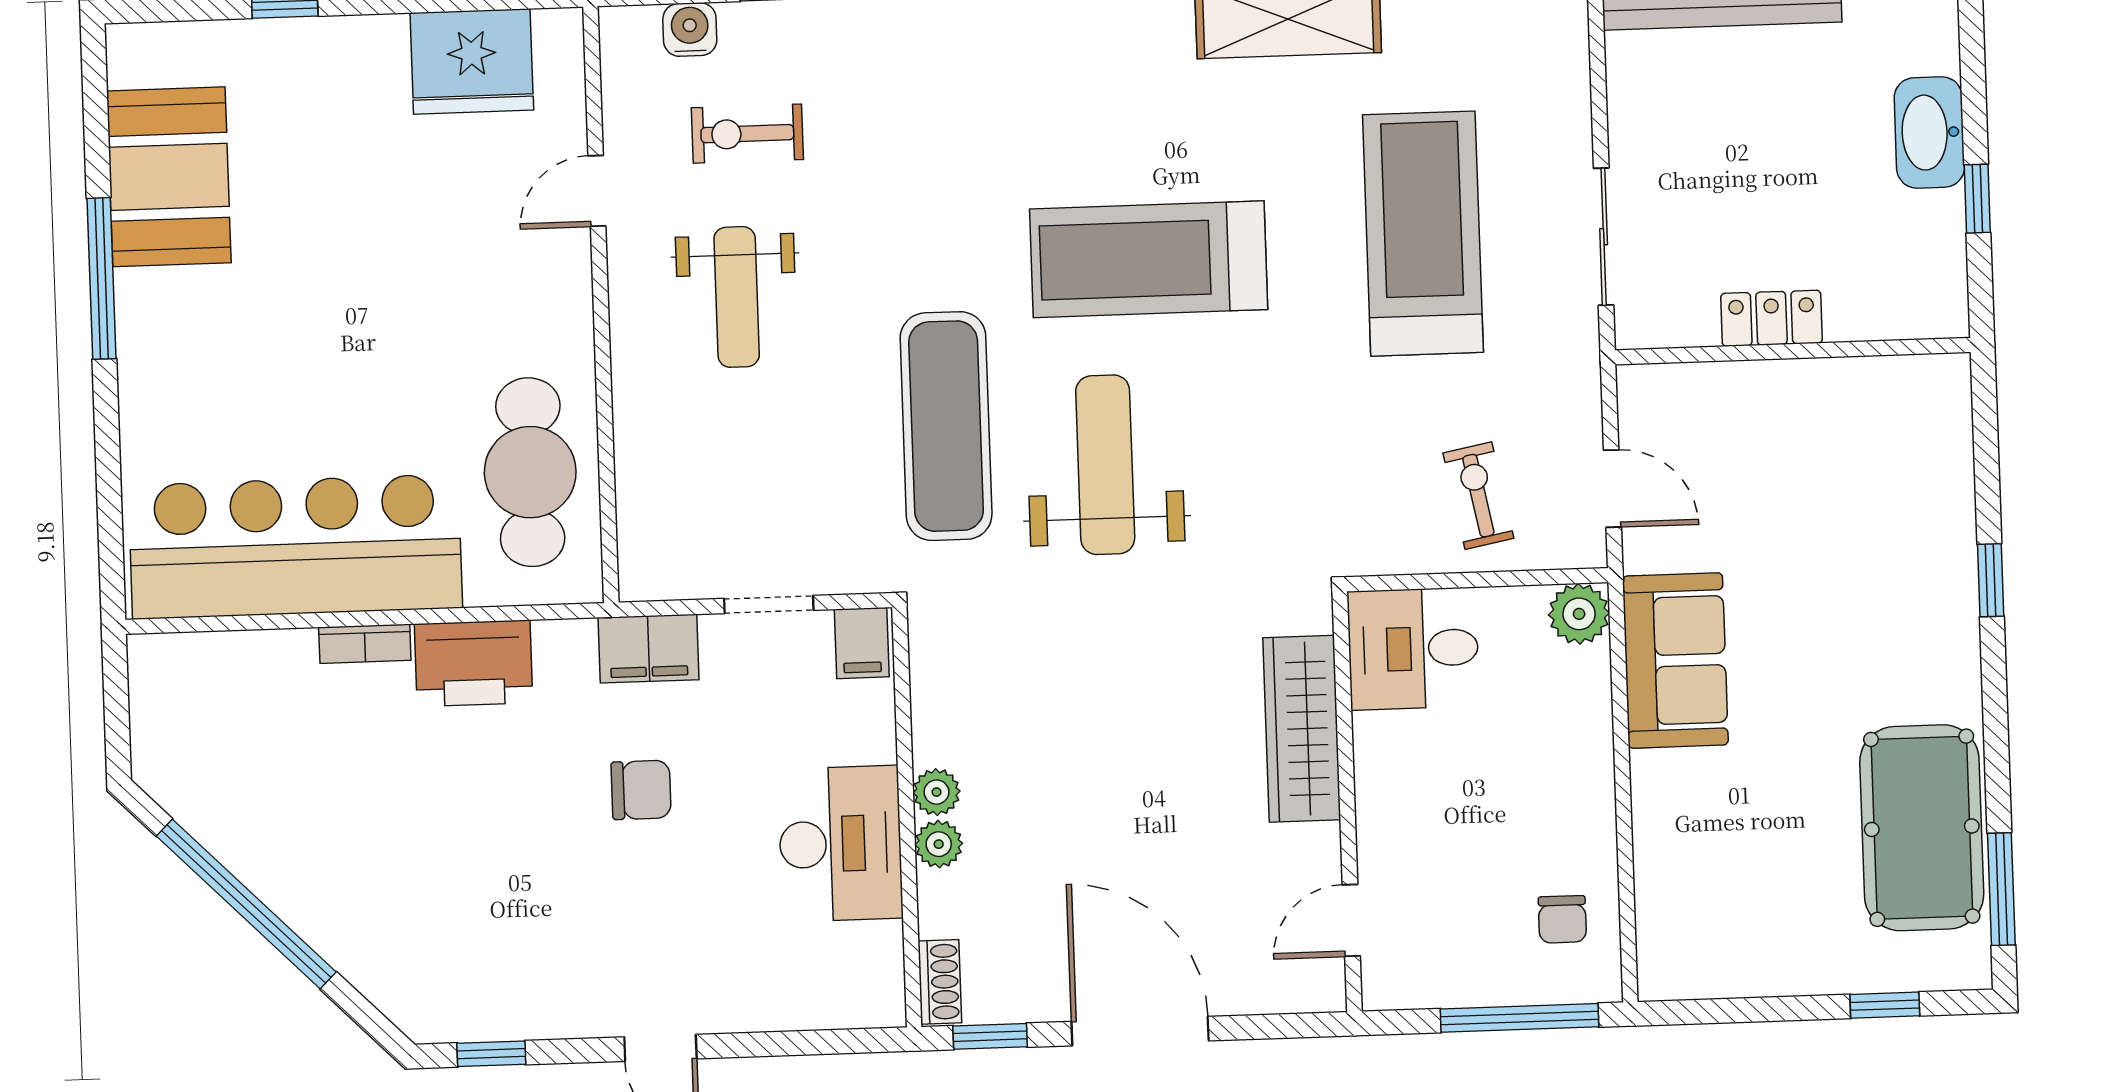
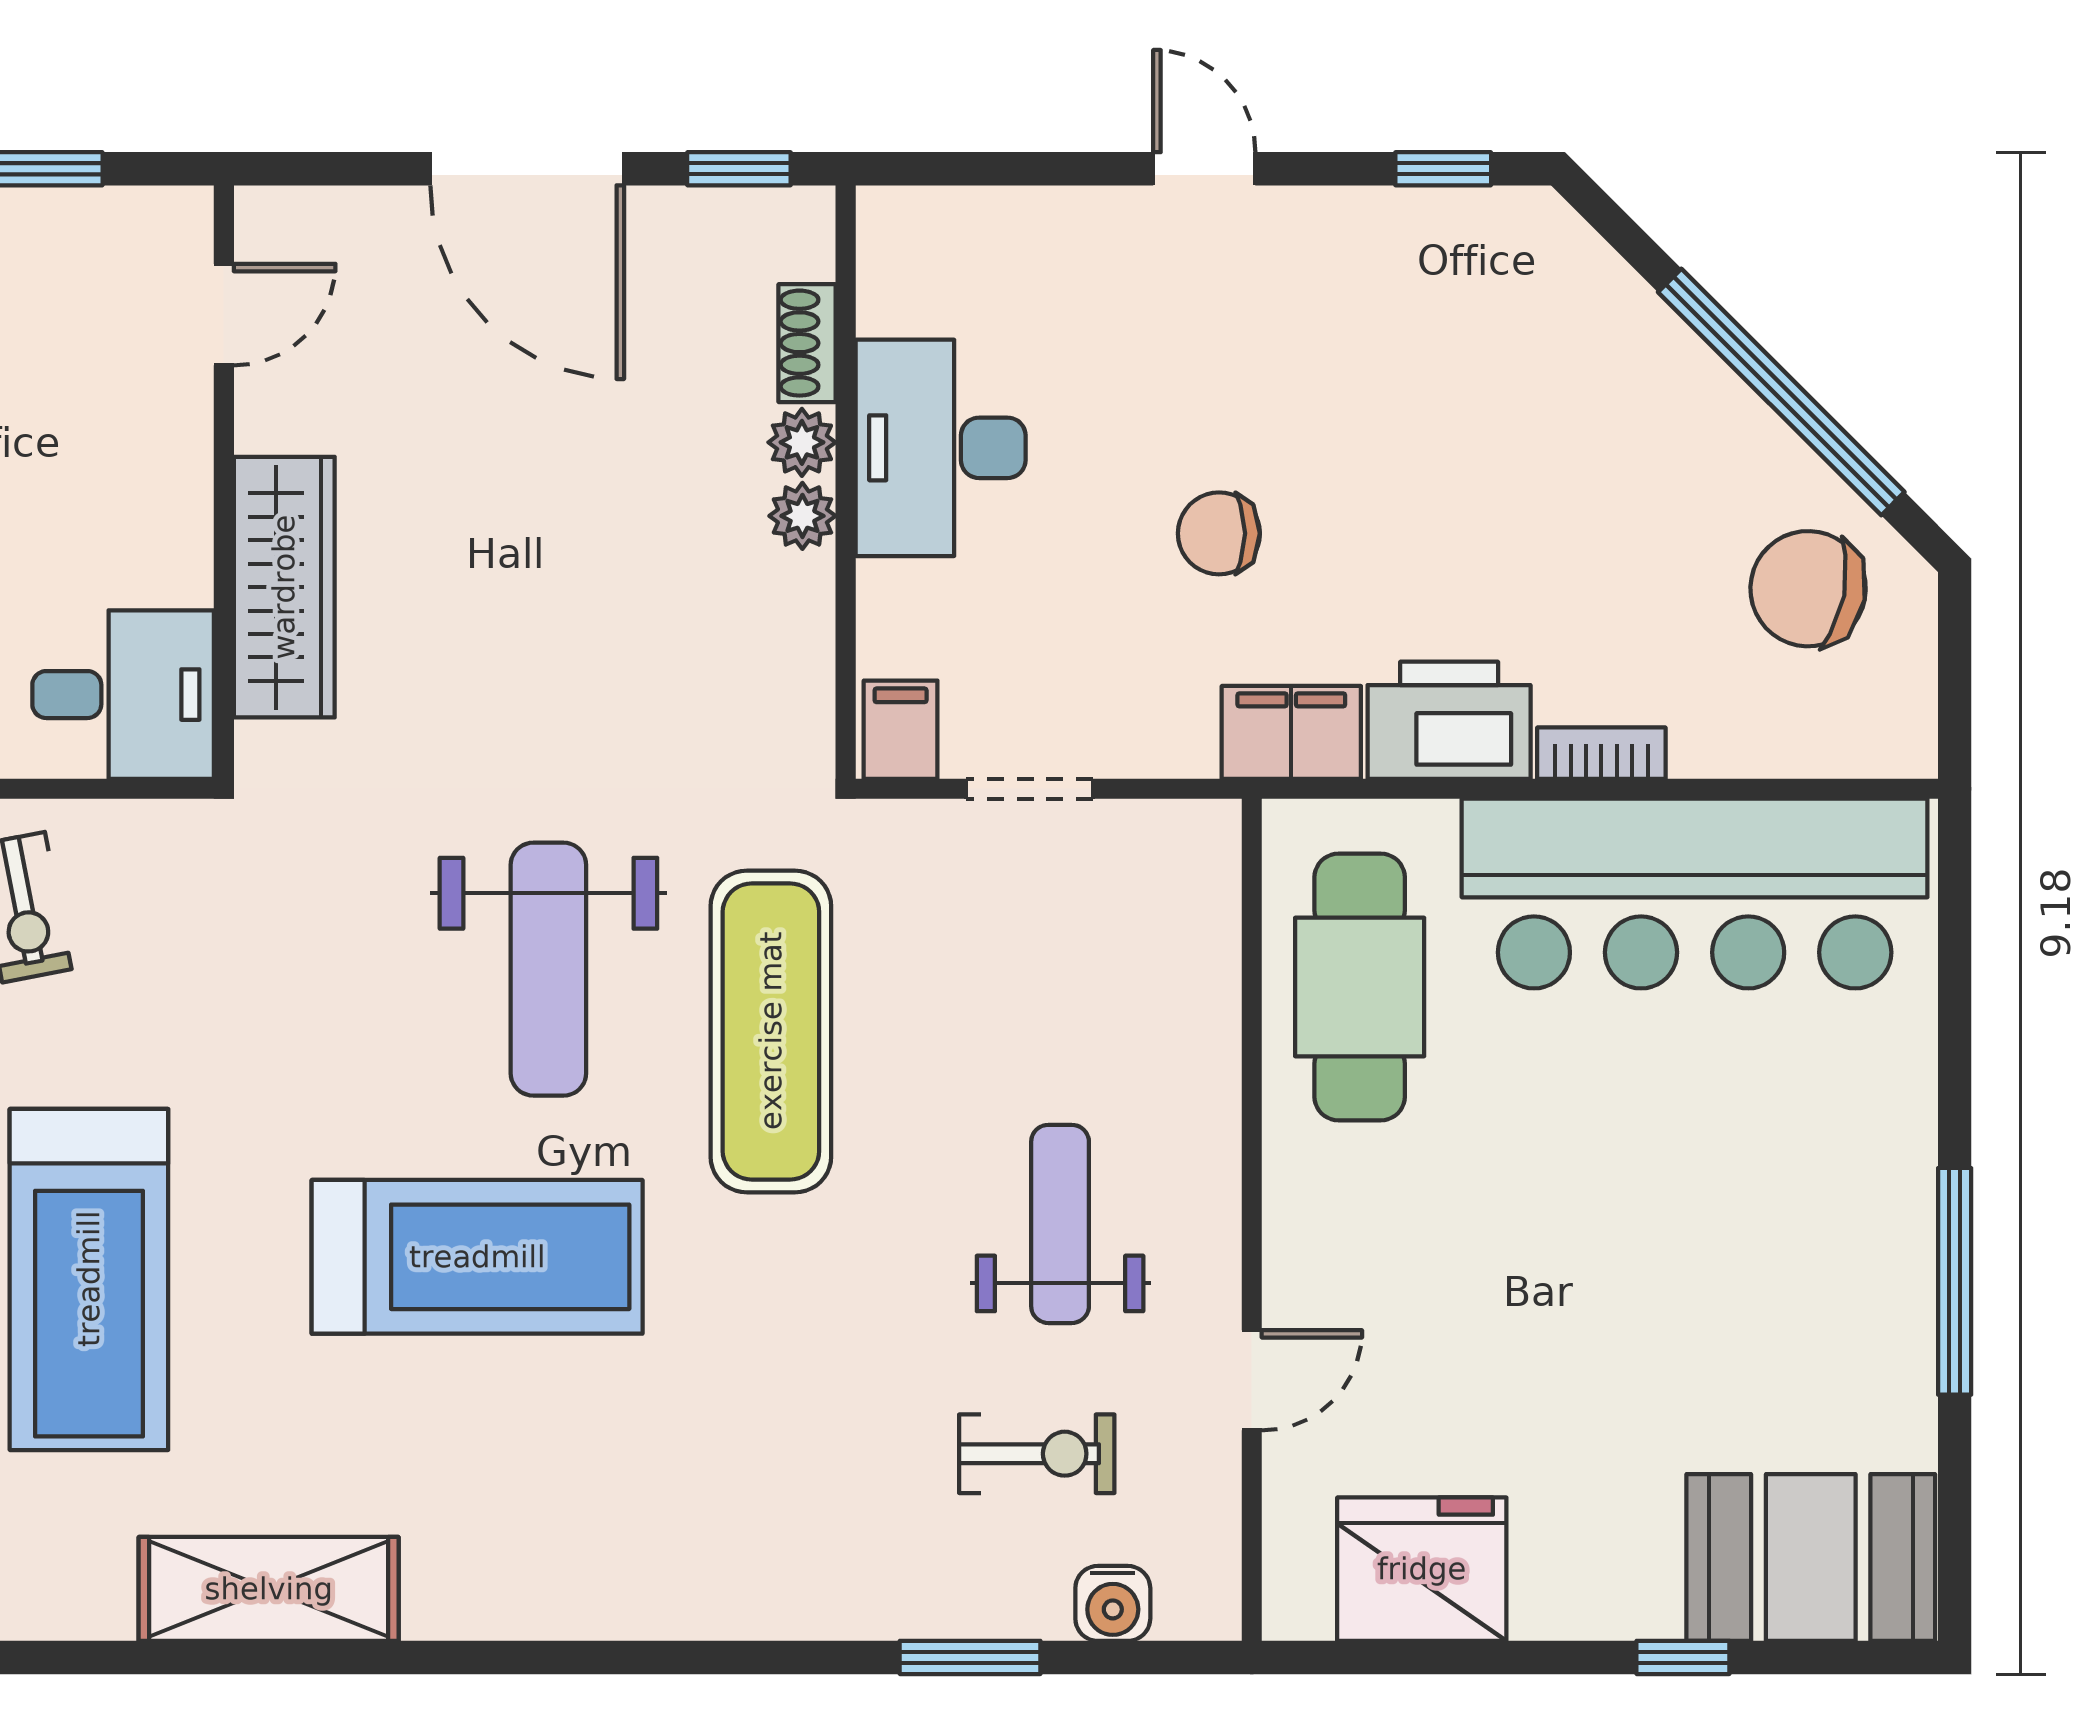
booth: (169, 177) -> (1811, 1557), moved, turned 90
filing cabinet: (648, 649) -> (1291, 732), moved
chair: (222, 765) -> (1808, 589), added
shoe rack: (940, 982) -> (807, 343), moved

